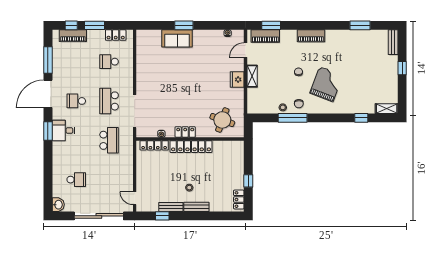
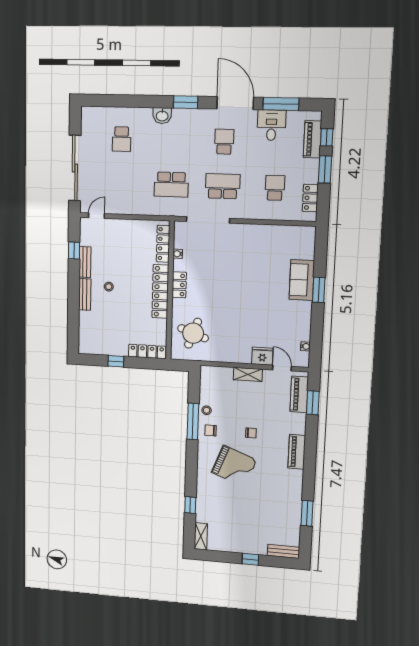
fridge: (237, 79) -> (262, 356), moved
desk: (63, 131) -> (271, 125), moved
locker: (239, 200) -> (147, 351), moved, width x1.53
washbasin: (58, 205) -> (162, 116), moved

